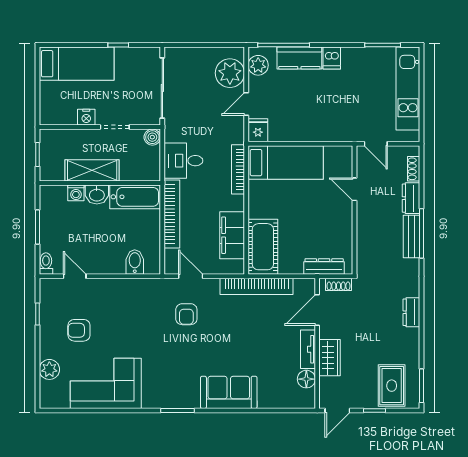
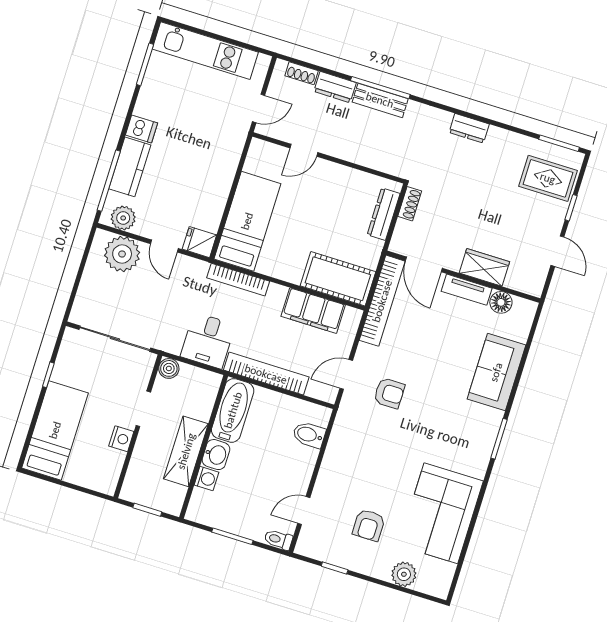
door: (317, 310) -> (424, 264), moved
wall: (317, 343) -> (463, 277), moved
tv unit: (308, 349) -> (467, 290), moved
wardrobe: (330, 358) -> (484, 267), moved
floor lamp: (306, 379) -> (501, 302), moved

